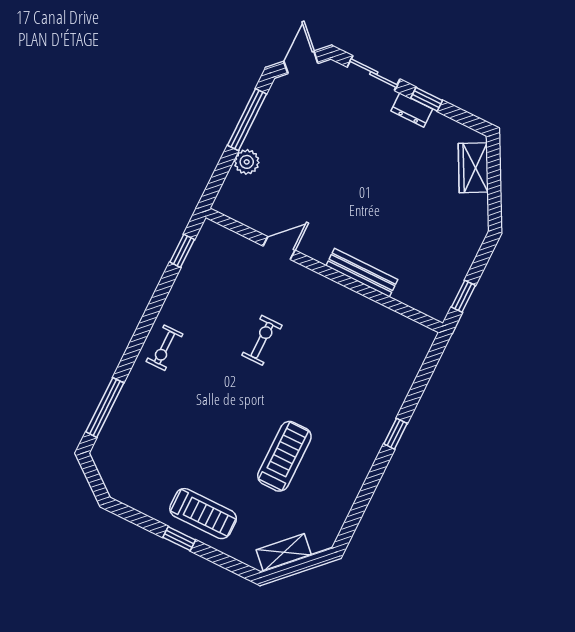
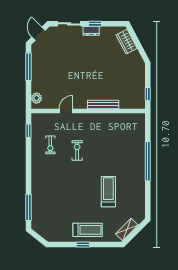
plant: (247, 162) -> (36, 98), moved
exercise bike: (164, 348) -> (50, 145), moved
window: (395, 434) -> (148, 161), width x3.17

